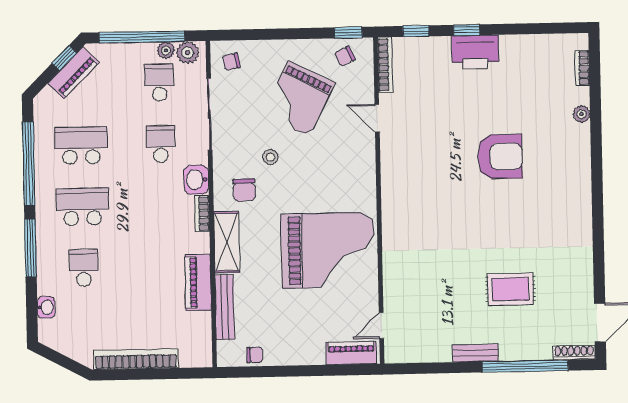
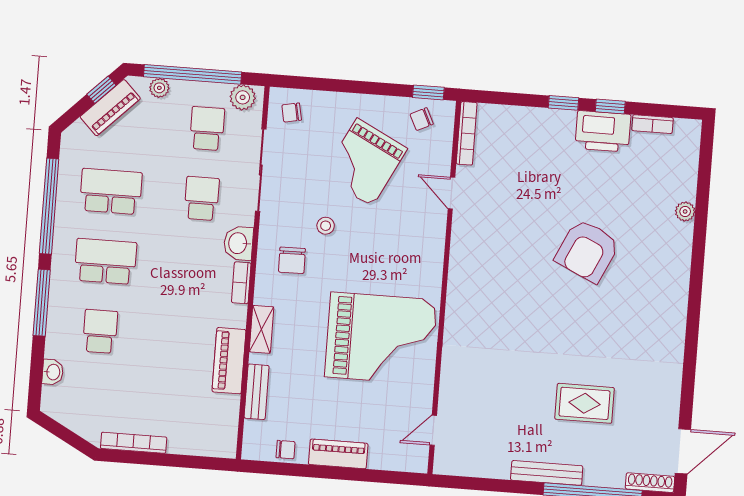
window: (416, 31) -> (610, 106), moved
plant: (166, 50) -> (159, 88), moved
printer: (475, 52) -> (603, 131), moved
bookcase: (582, 68) -> (652, 124), moved, turned -90
armchair: (500, 156) -> (587, 251), turned 115
shelving: (227, 242) -> (262, 329), width x0.67, depth x0.75
bench: (225, 307) -> (257, 392), width x0.73
piano: (351, 353) -> (338, 454), moved
bench: (475, 353) -> (547, 473), width x1.36
bookcase: (136, 359) -> (134, 443), width x0.68, depth x0.76

